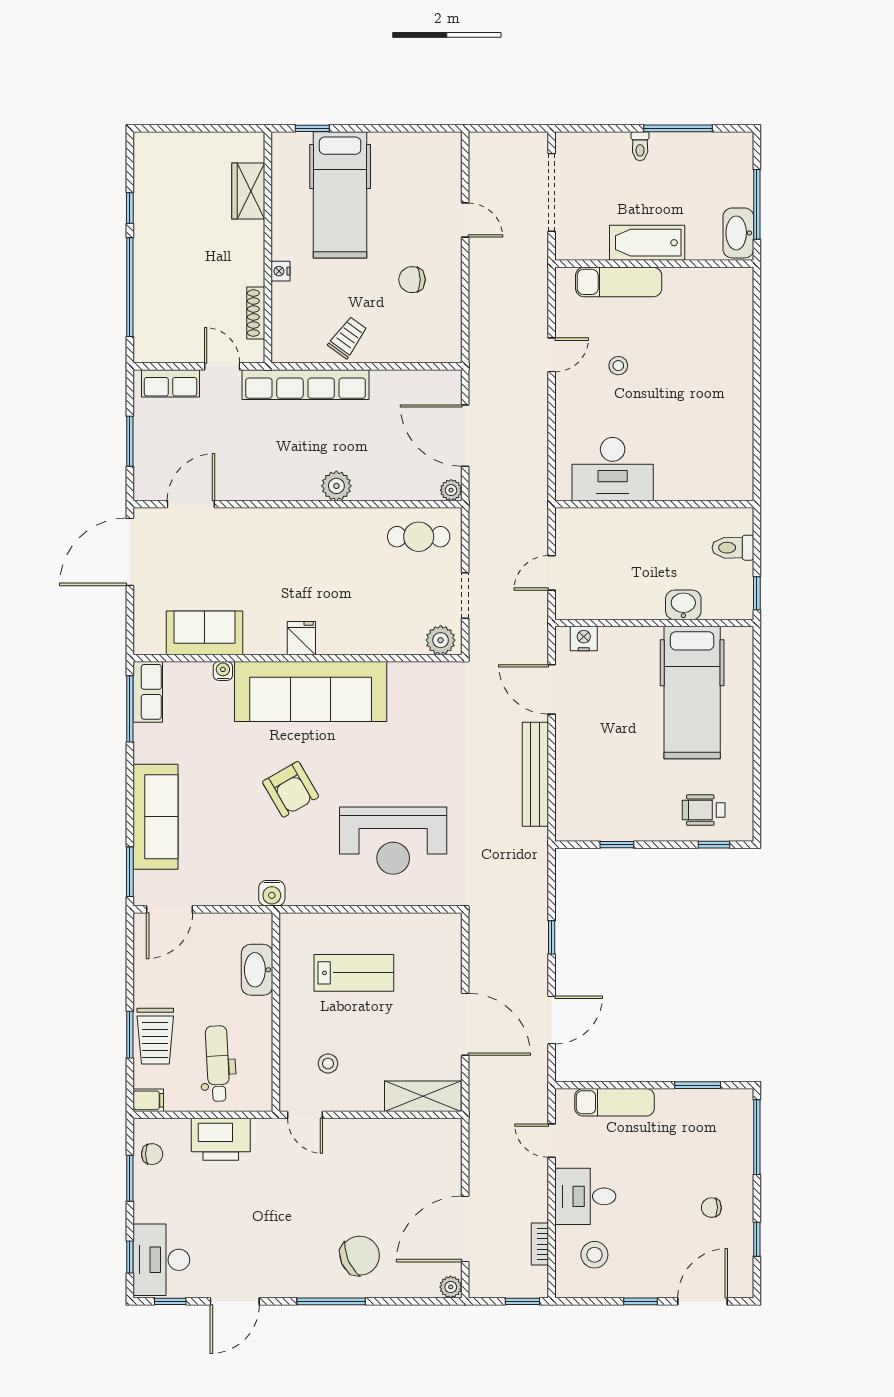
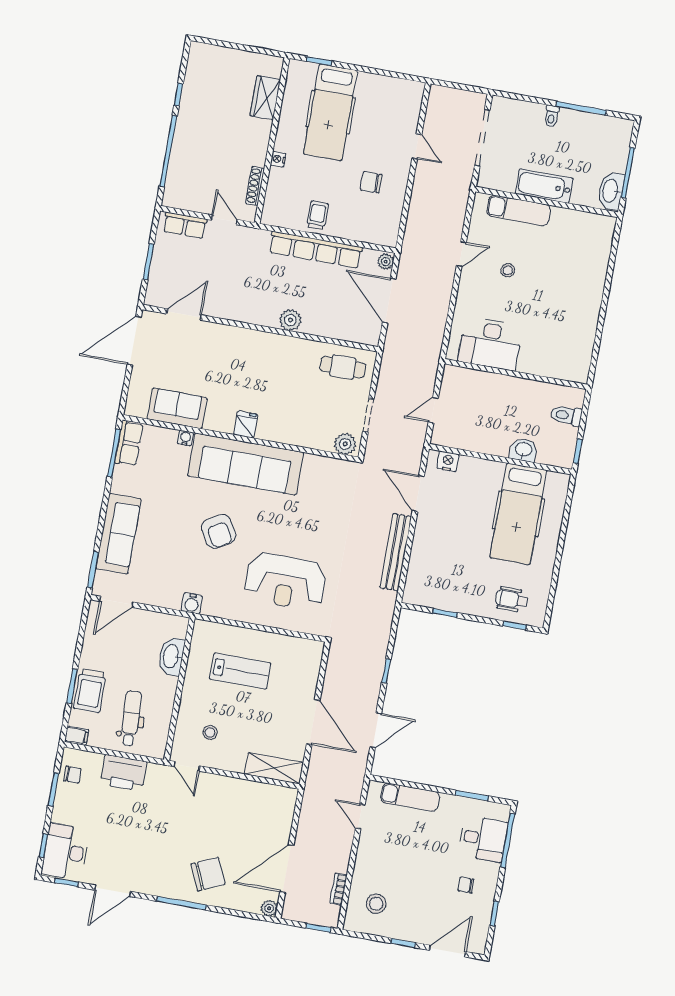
trolley: (348, 338) -> (318, 215), turned -36
row of seats: (306, 385) -> (316, 250), moved
plant: (451, 490) -> (386, 262), moved
desk: (585, 1196) -> (483, 839), moved, turned 180

